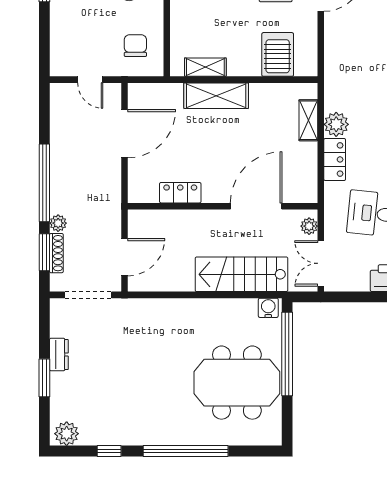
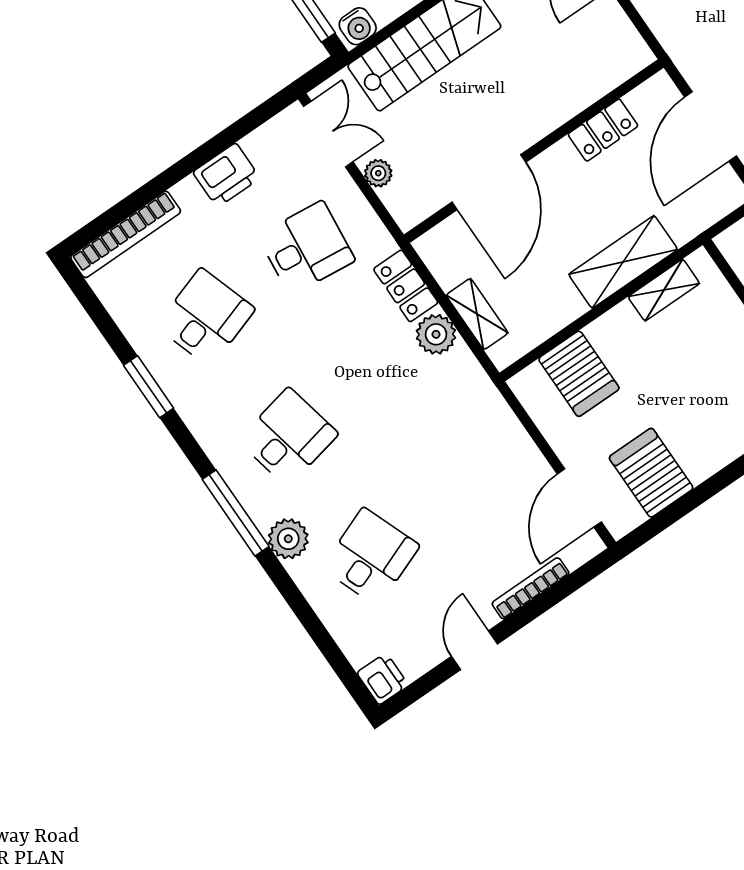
locker: (180, 193) -> (603, 130), moved
wall: (223, 206) -> (534, 151), moved
door: (256, 206) -> (489, 182), moved

